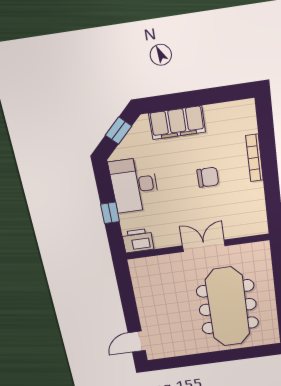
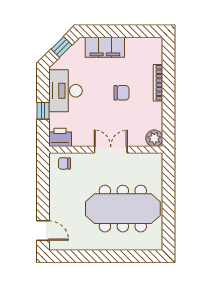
plant: (257, 225) -> (154, 138), added
chair: (149, 269) -> (64, 163), added
meeting table: (228, 307) -> (123, 209), turned 90
door: (137, 342) -> (43, 230), swing flipped

